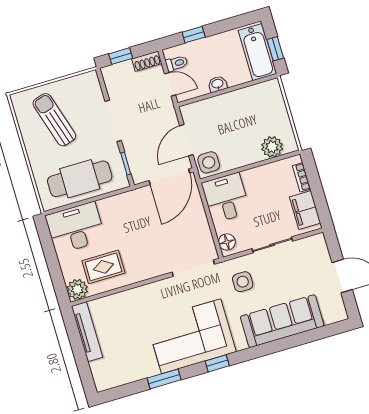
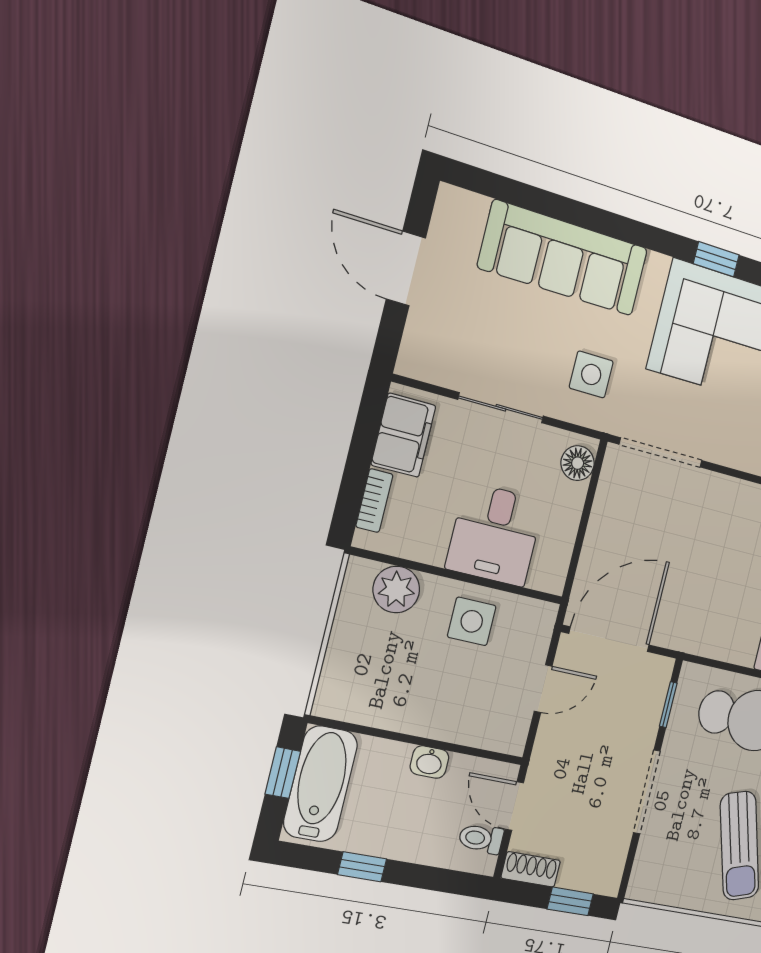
window: (194, 35) -> (362, 867), moved
door: (186, 140) -> (543, 689), width x0.73
side table: (209, 162) -> (472, 621), moved
desk: (226, 198) -> (495, 534), moved

